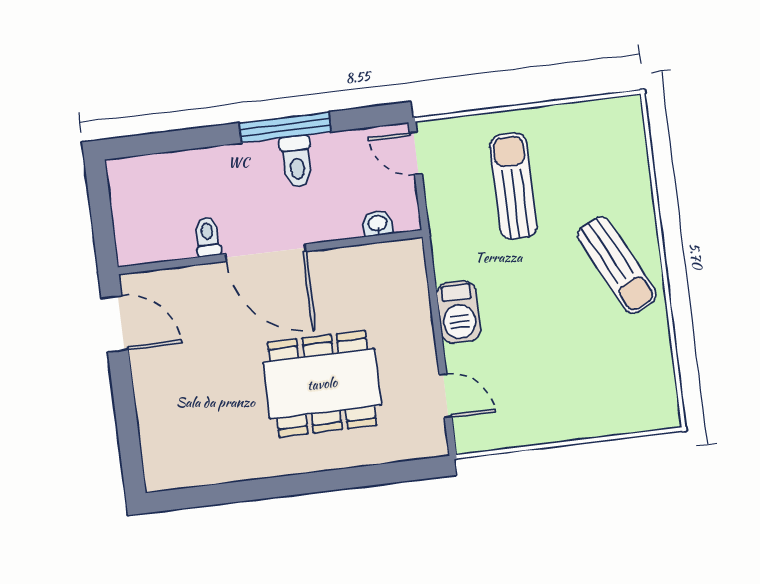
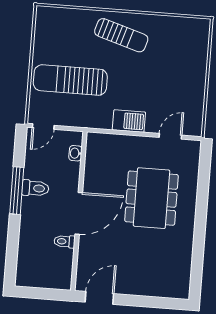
sun lounger: (513, 186) -> (70, 80), width x1.36, depth x1.34
sun lounger: (617, 265) -> (121, 35), turned 44

